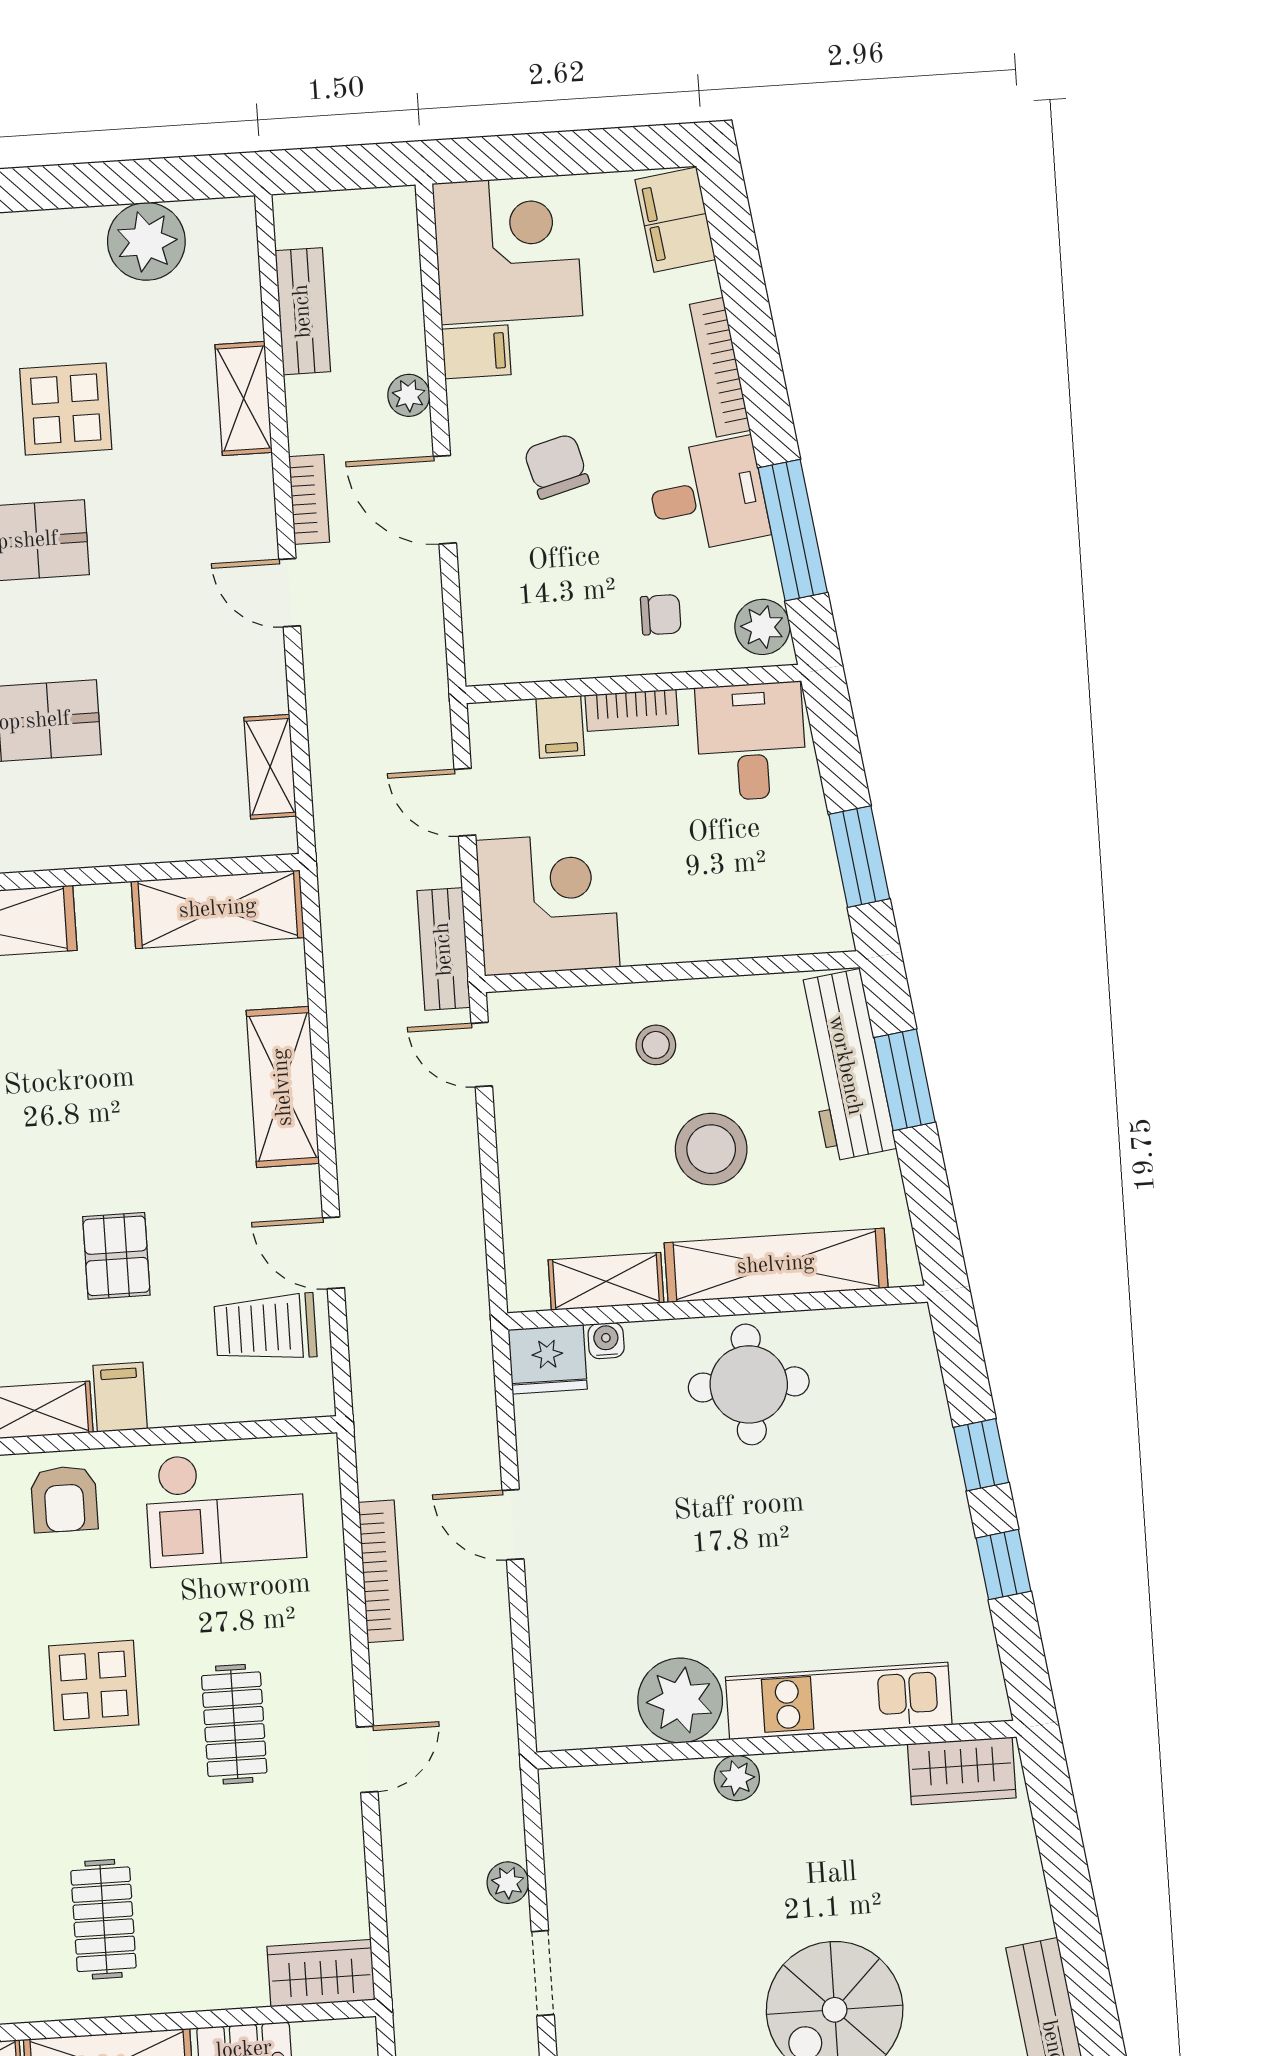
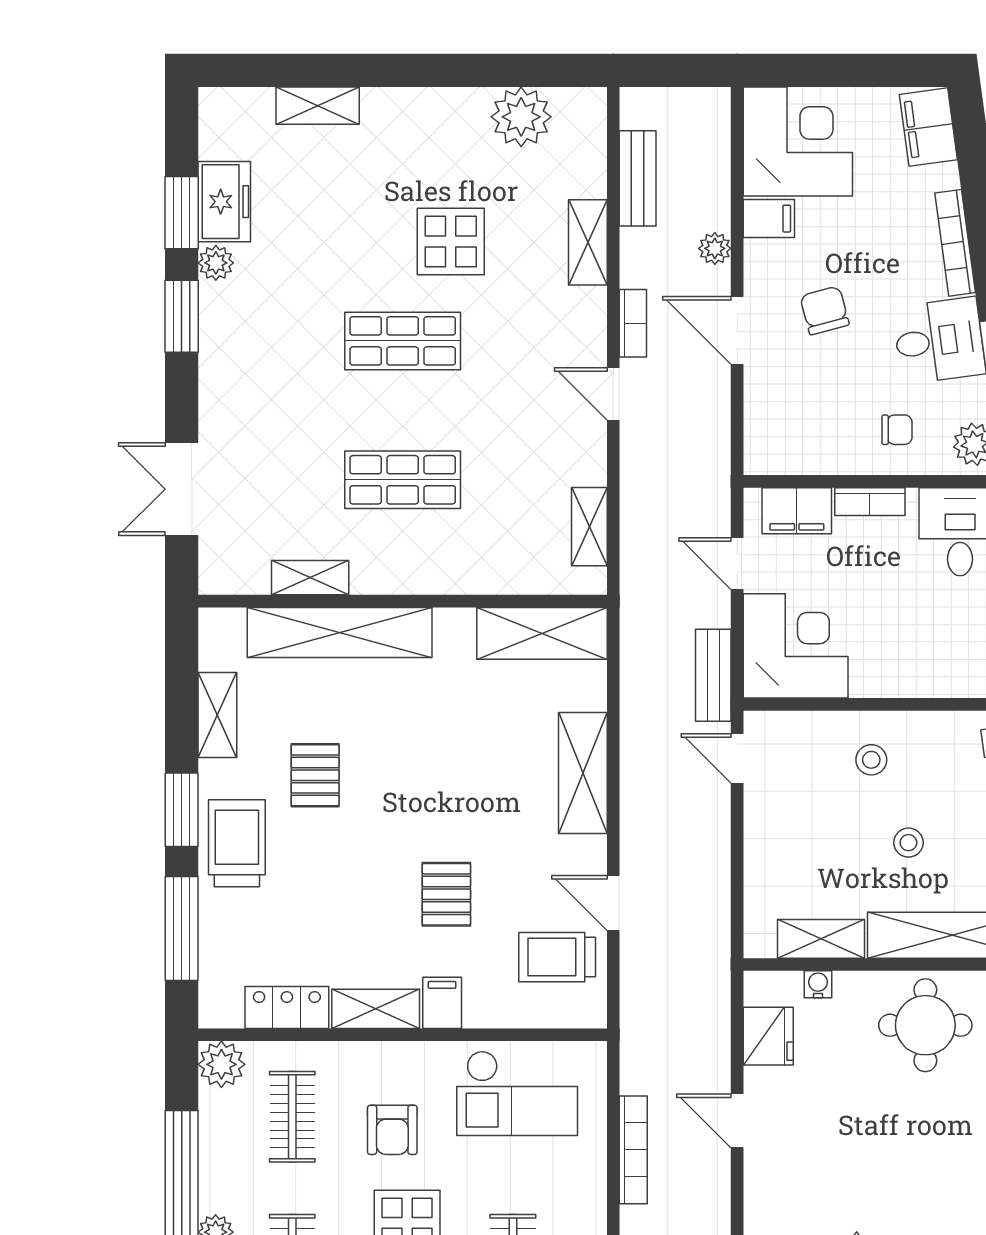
filing cabinet: (560, 727) -> (797, 511), width x2.00
stool: (711, 1149) -> (908, 843), width x0.53, depth x0.53
fridge: (548, 1359) -> (768, 1036), moved, turned -90
armchair: (64, 1499) -> (392, 1130), moved

